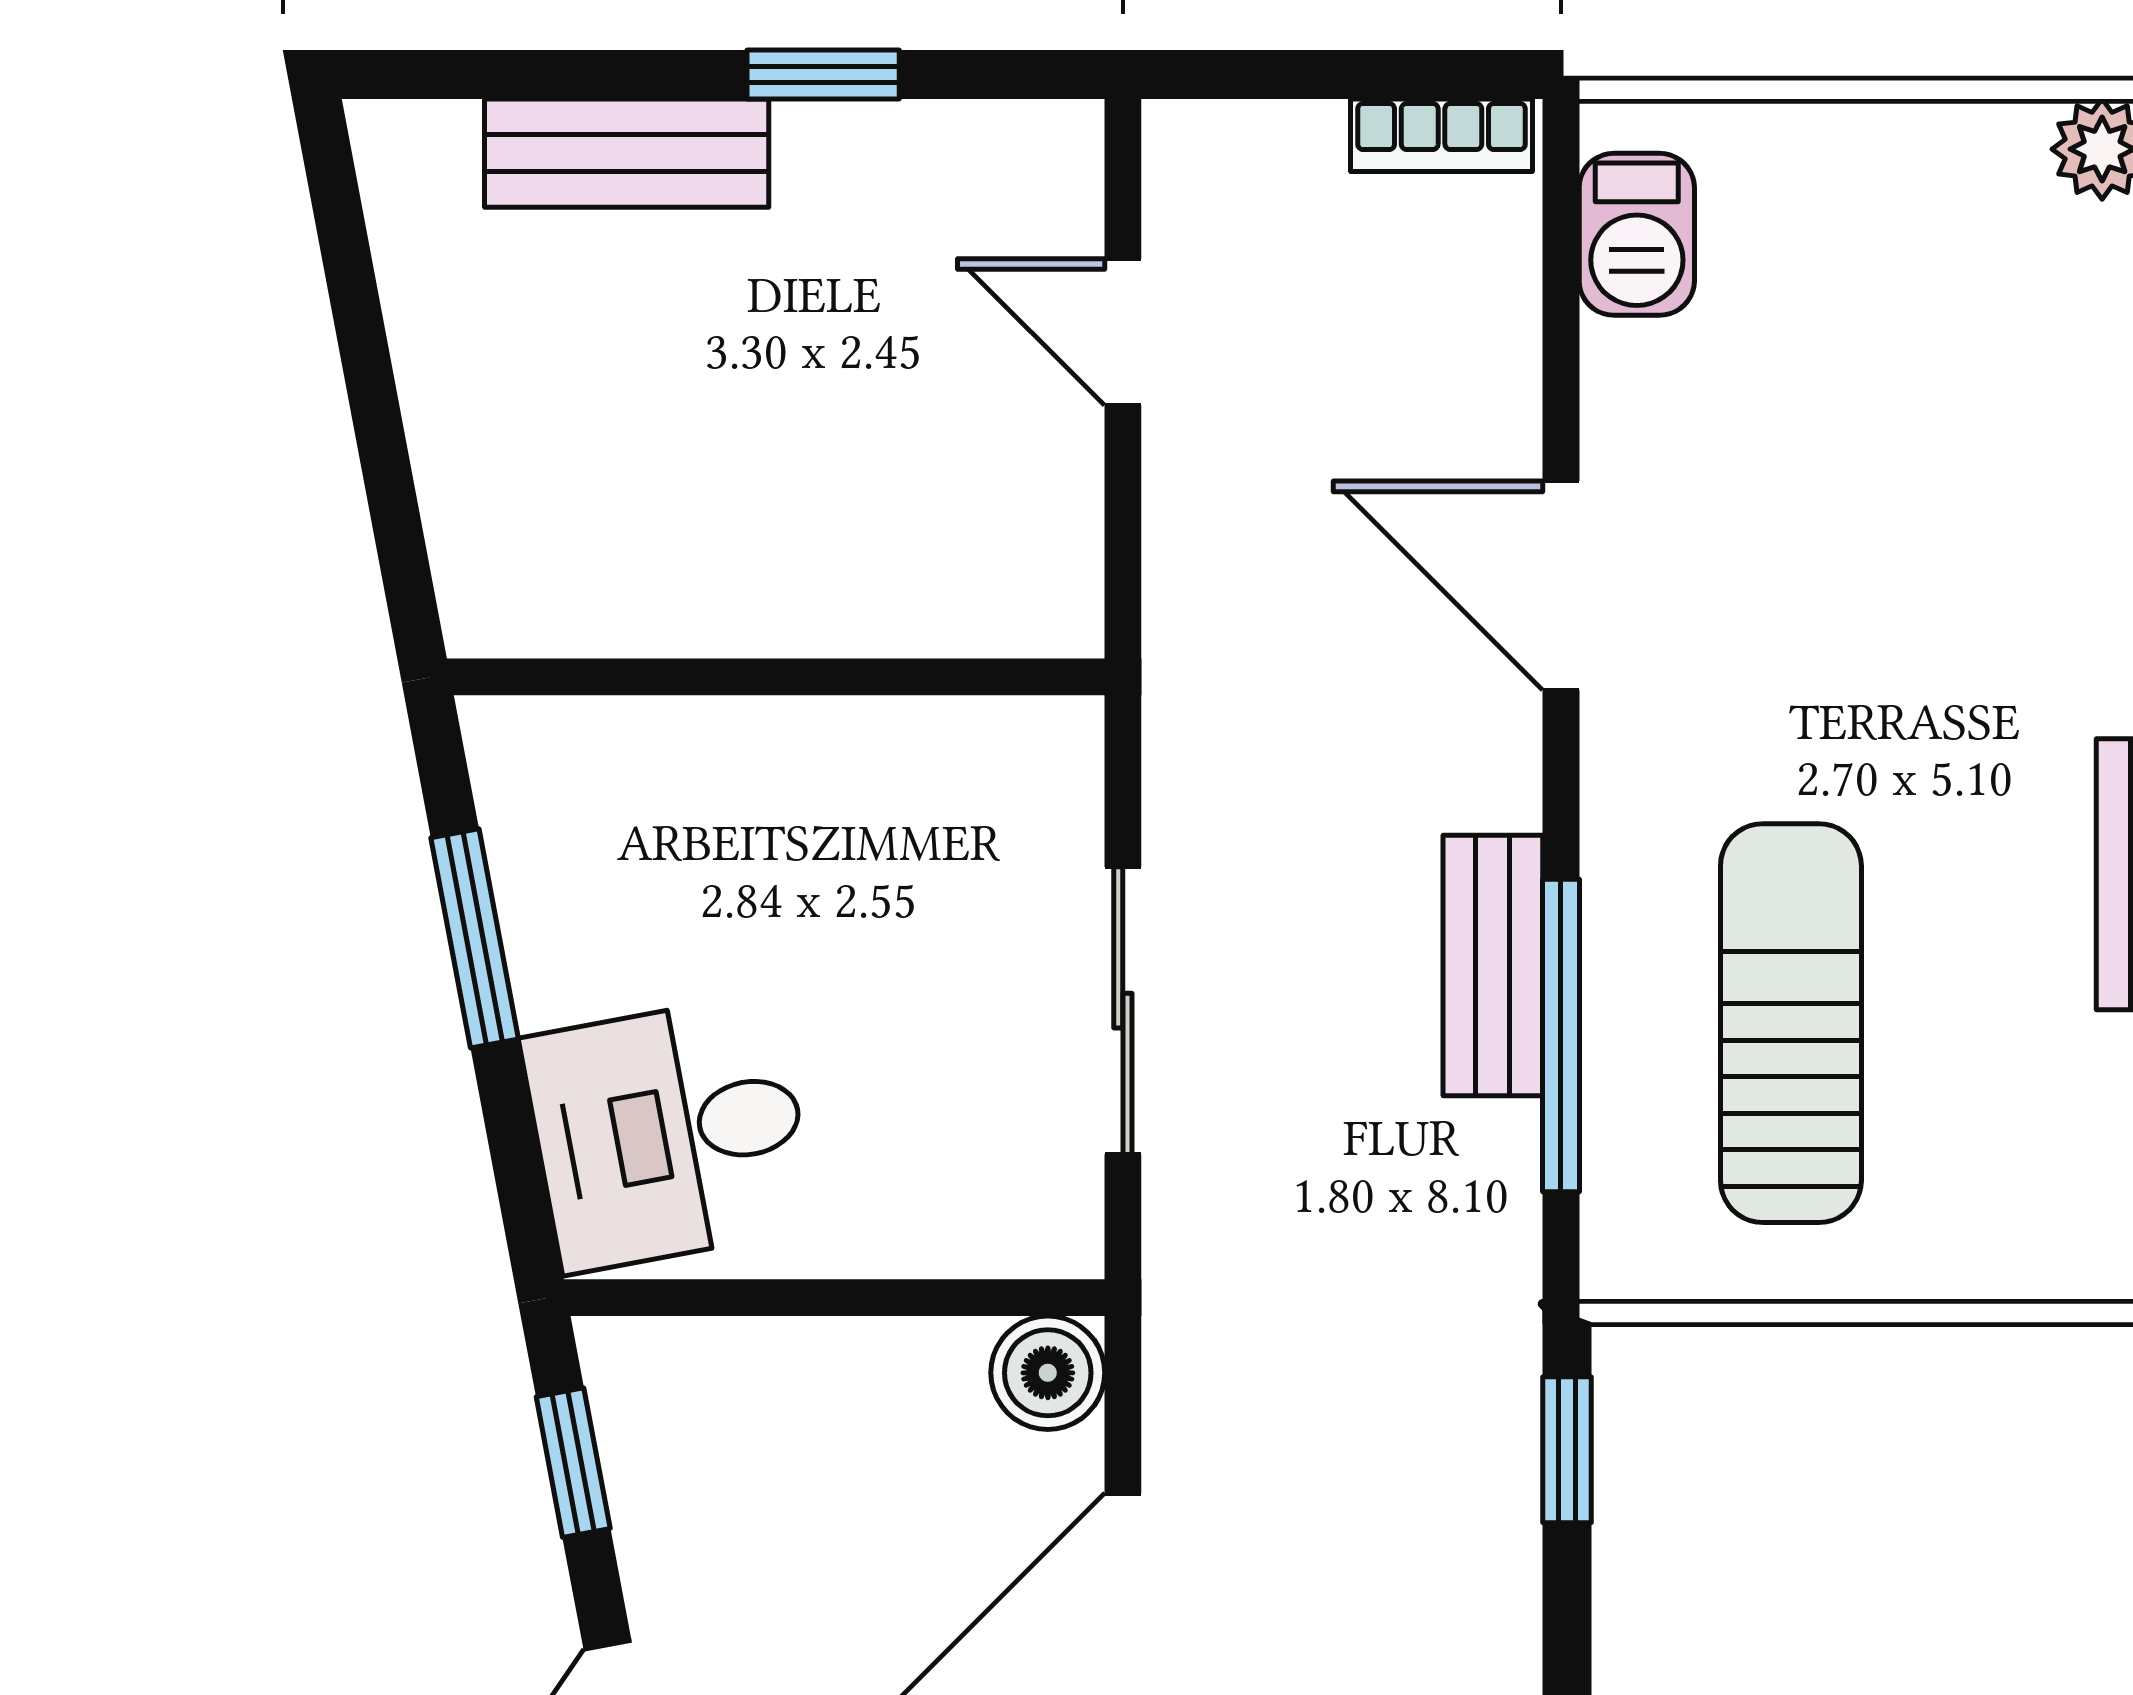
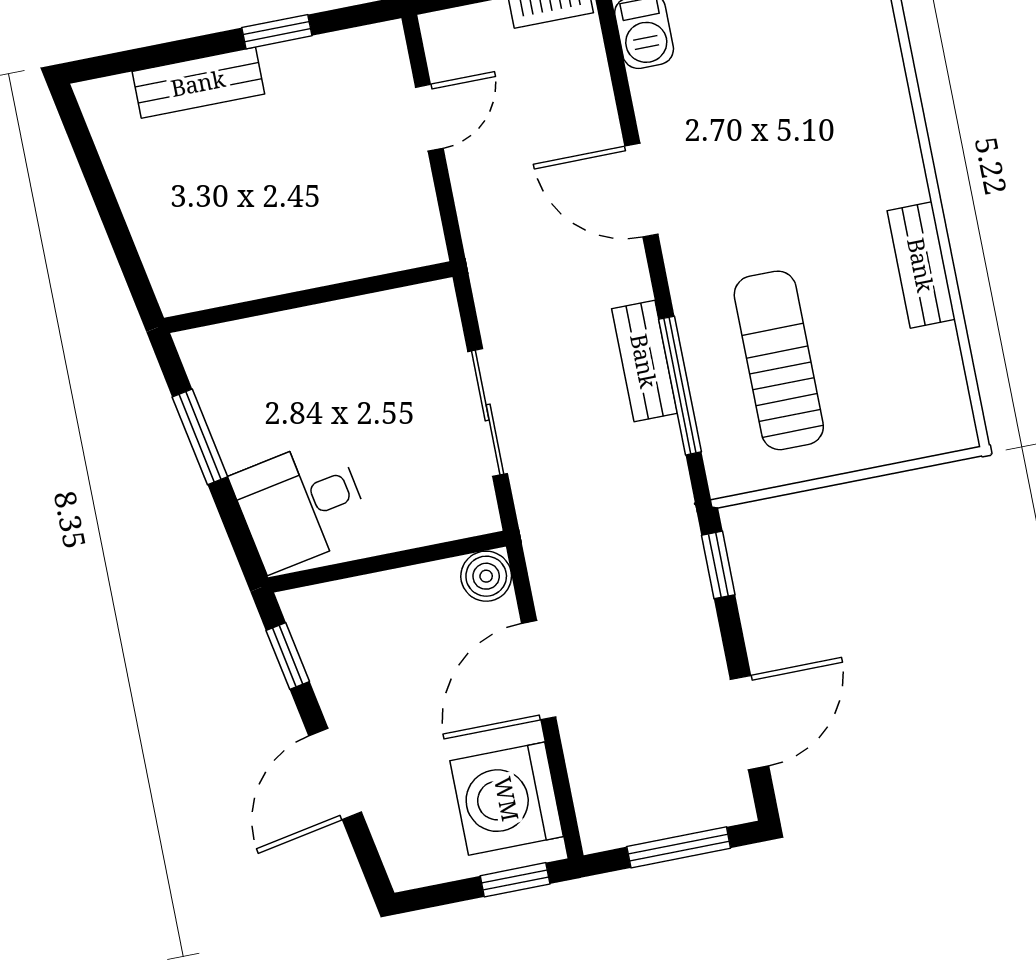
door: (1123, 332) -> (429, 118), swing flipped

